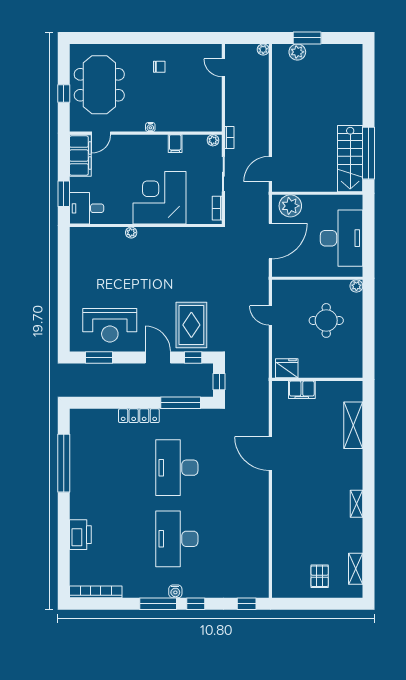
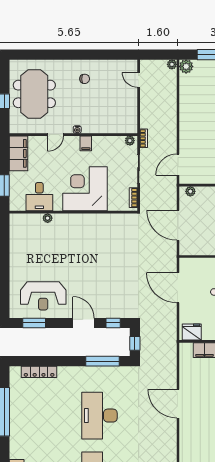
plant: (297, 52) -> (186, 66), moved
door: (101, 133) -> (56, 135), moved
filing cabinet: (175, 144) -> (86, 143), moved
plant: (290, 206) -> (190, 191), width x0.53, depth x0.53
desk: (87, 208) -> (39, 197), moved, turned -90
plant: (131, 233) -> (48, 218), moved
door: (270, 241) -> (178, 225), swing flipped
door: (270, 316) -> (178, 288), width x1.87
rug: (191, 325) -> (112, 296), removed
locker: (139, 416) -> (39, 372), moved

